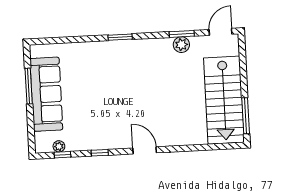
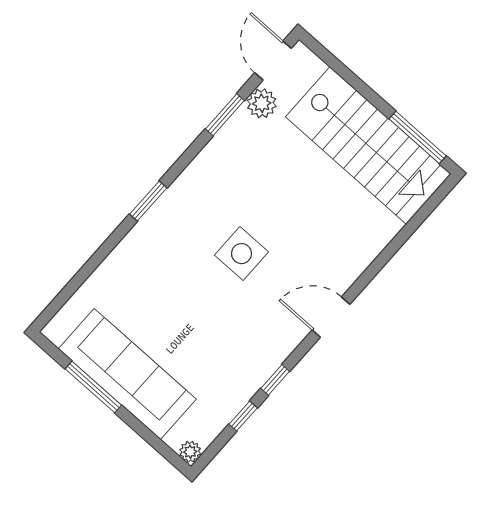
plant: (181, 45) -> (262, 103), moved
side table: (135, 92) -> (241, 254), added
plant: (59, 146) -> (190, 452), moved
window: (63, 155) -> (243, 416), moved

